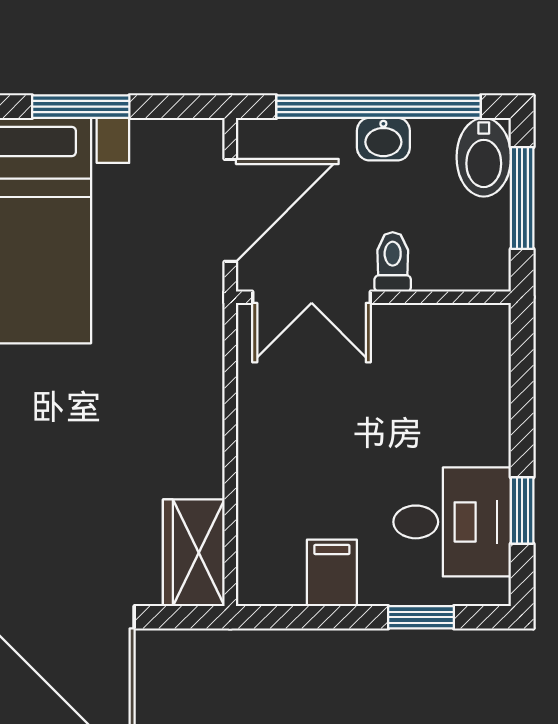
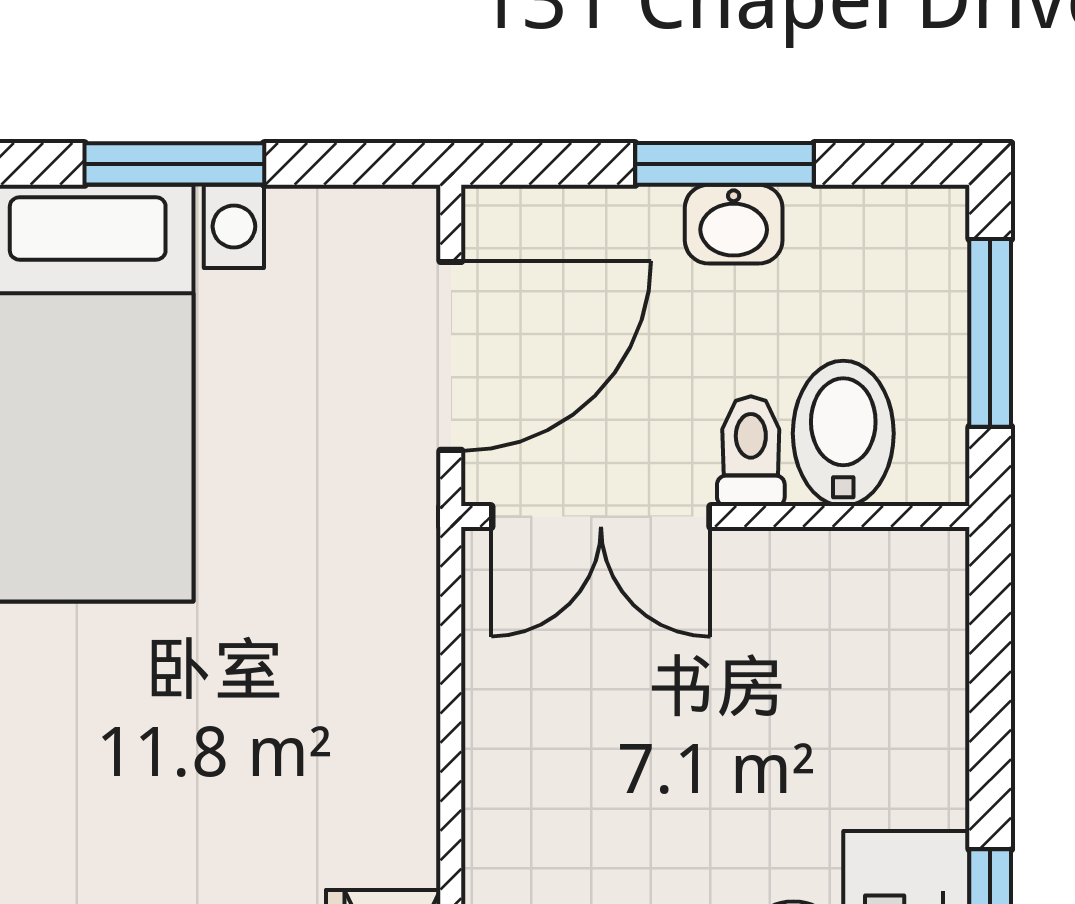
window: (378, 107) -> (725, 164), width x0.47
bidet: (484, 157) -> (843, 433), moved, turned 180

